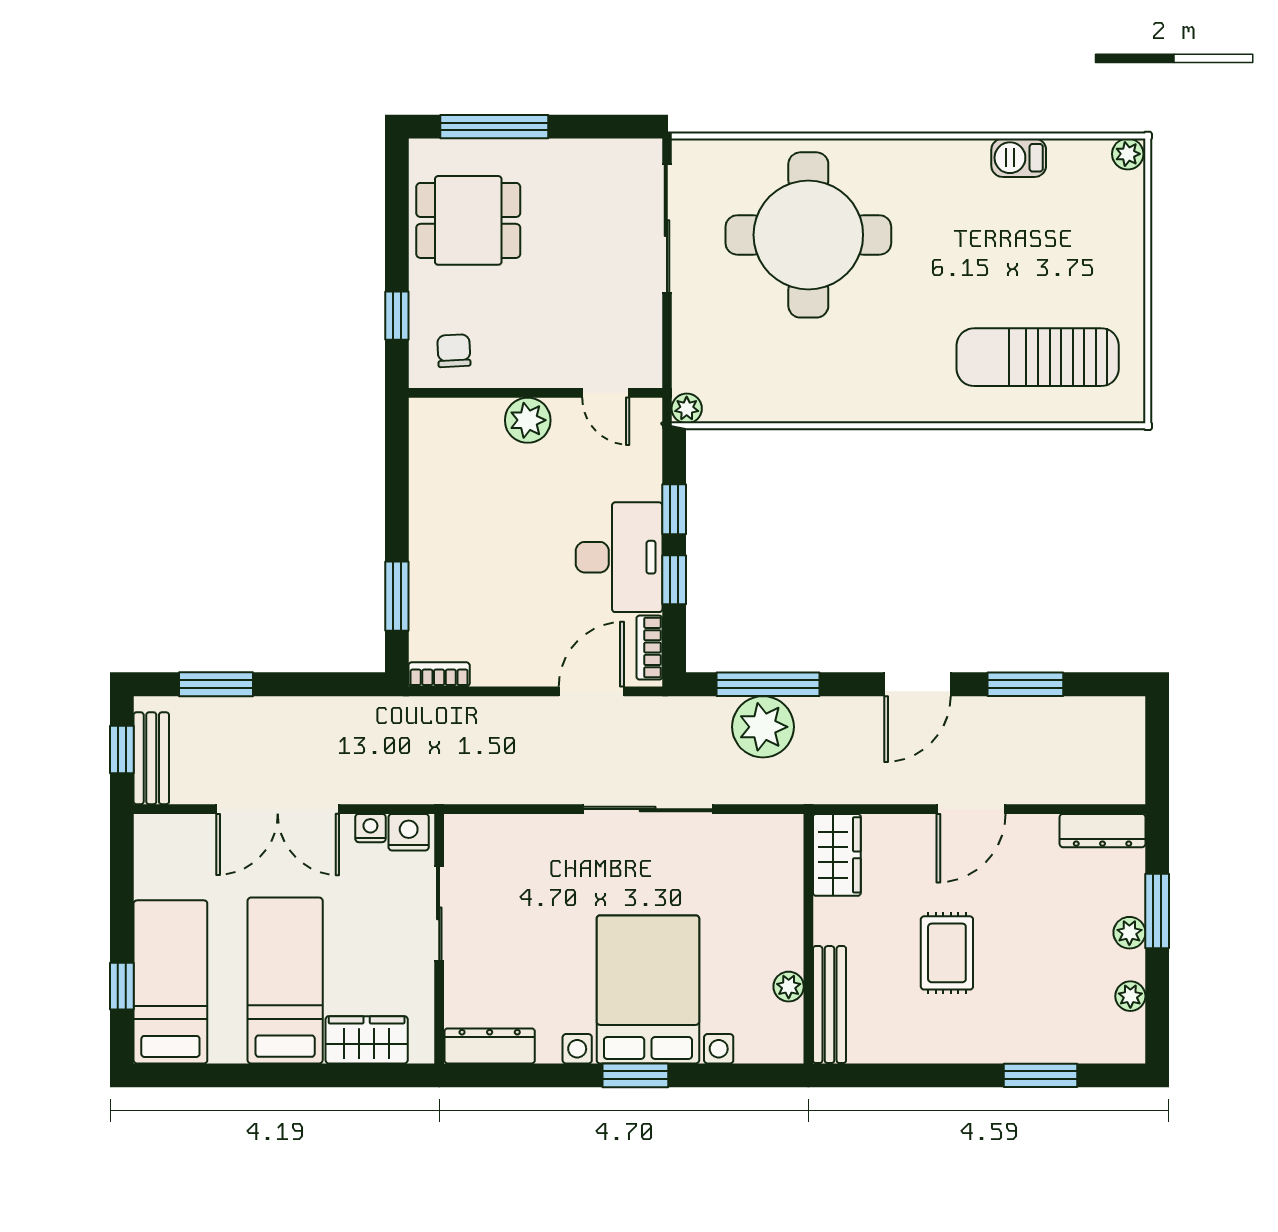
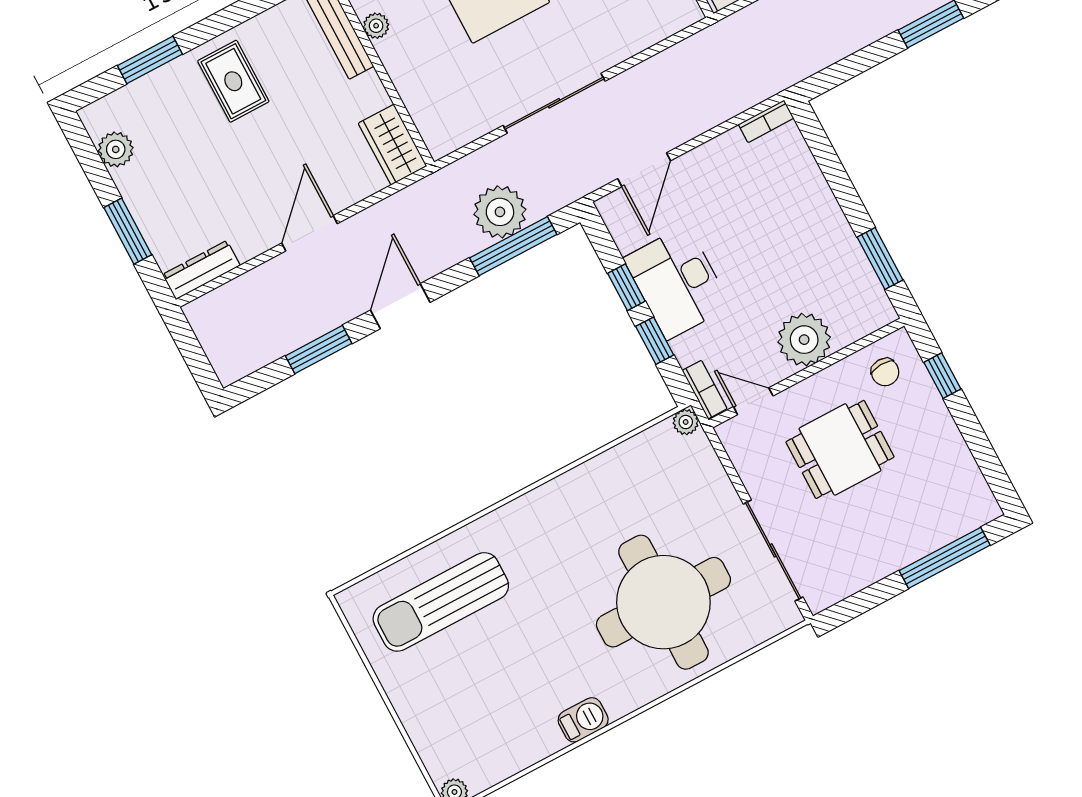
barbecue: (1019, 158) -> (583, 720), moved
dining table: (468, 220) -> (840, 449), moved
sun lounger: (1038, 357) -> (441, 602), turned 180
plant: (528, 420) -> (804, 340), width x1.36, depth x1.36
window: (397, 596) -> (880, 258), moved
bookcase: (649, 648) -> (705, 390), moved
plant: (1129, 933) -> (140, 204), removed
rug: (947, 953) -> (233, 81), moved
plant: (1130, 996) -> (116, 149), width x1.38, depth x1.38

